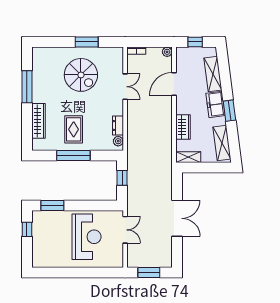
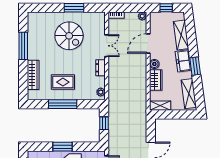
boiler: (181, 108) -> (154, 64), added
dresser: (118, 125) -> (100, 68), moved
rug: (74, 129) -> (63, 82), turned 90
window: (52, 205) -> (62, 147), moved

